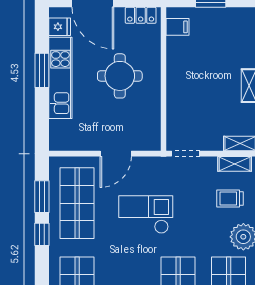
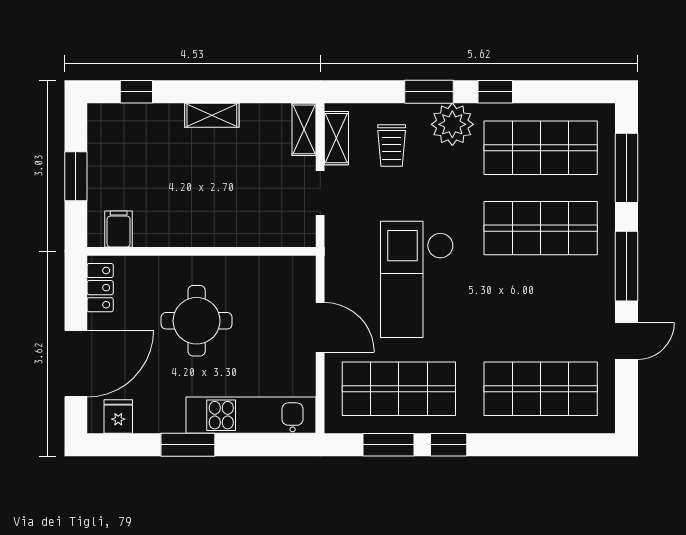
kitchen unit: (60, 78) -> (251, 415), moved
doorway: (186, 154) -> (320, 193), moved
checkout: (146, 215) -> (417, 279), width x1.36, depth x1.21

